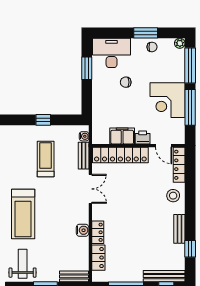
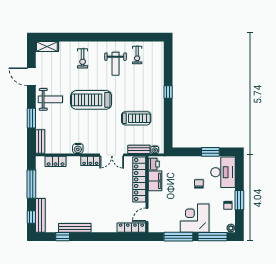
corner desk: (168, 100) -> (195, 218), moved
window: (43, 120) -> (168, 92), moved
printer: (143, 137) -> (154, 164), moved
stool: (173, 196) -> (106, 223), removed
bench: (179, 229) -> (75, 228), width x1.36
locker: (98, 232) -> (90, 161), moved

